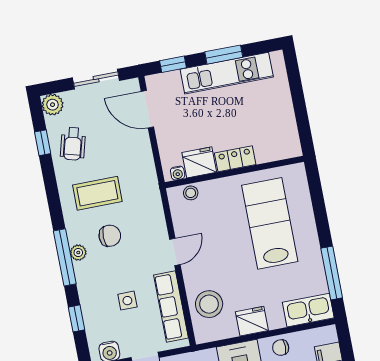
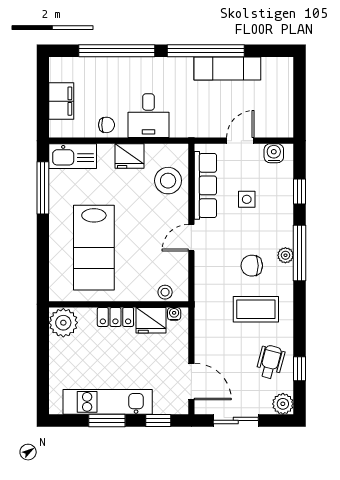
plant: (286, 143) -> (63, 323), added

